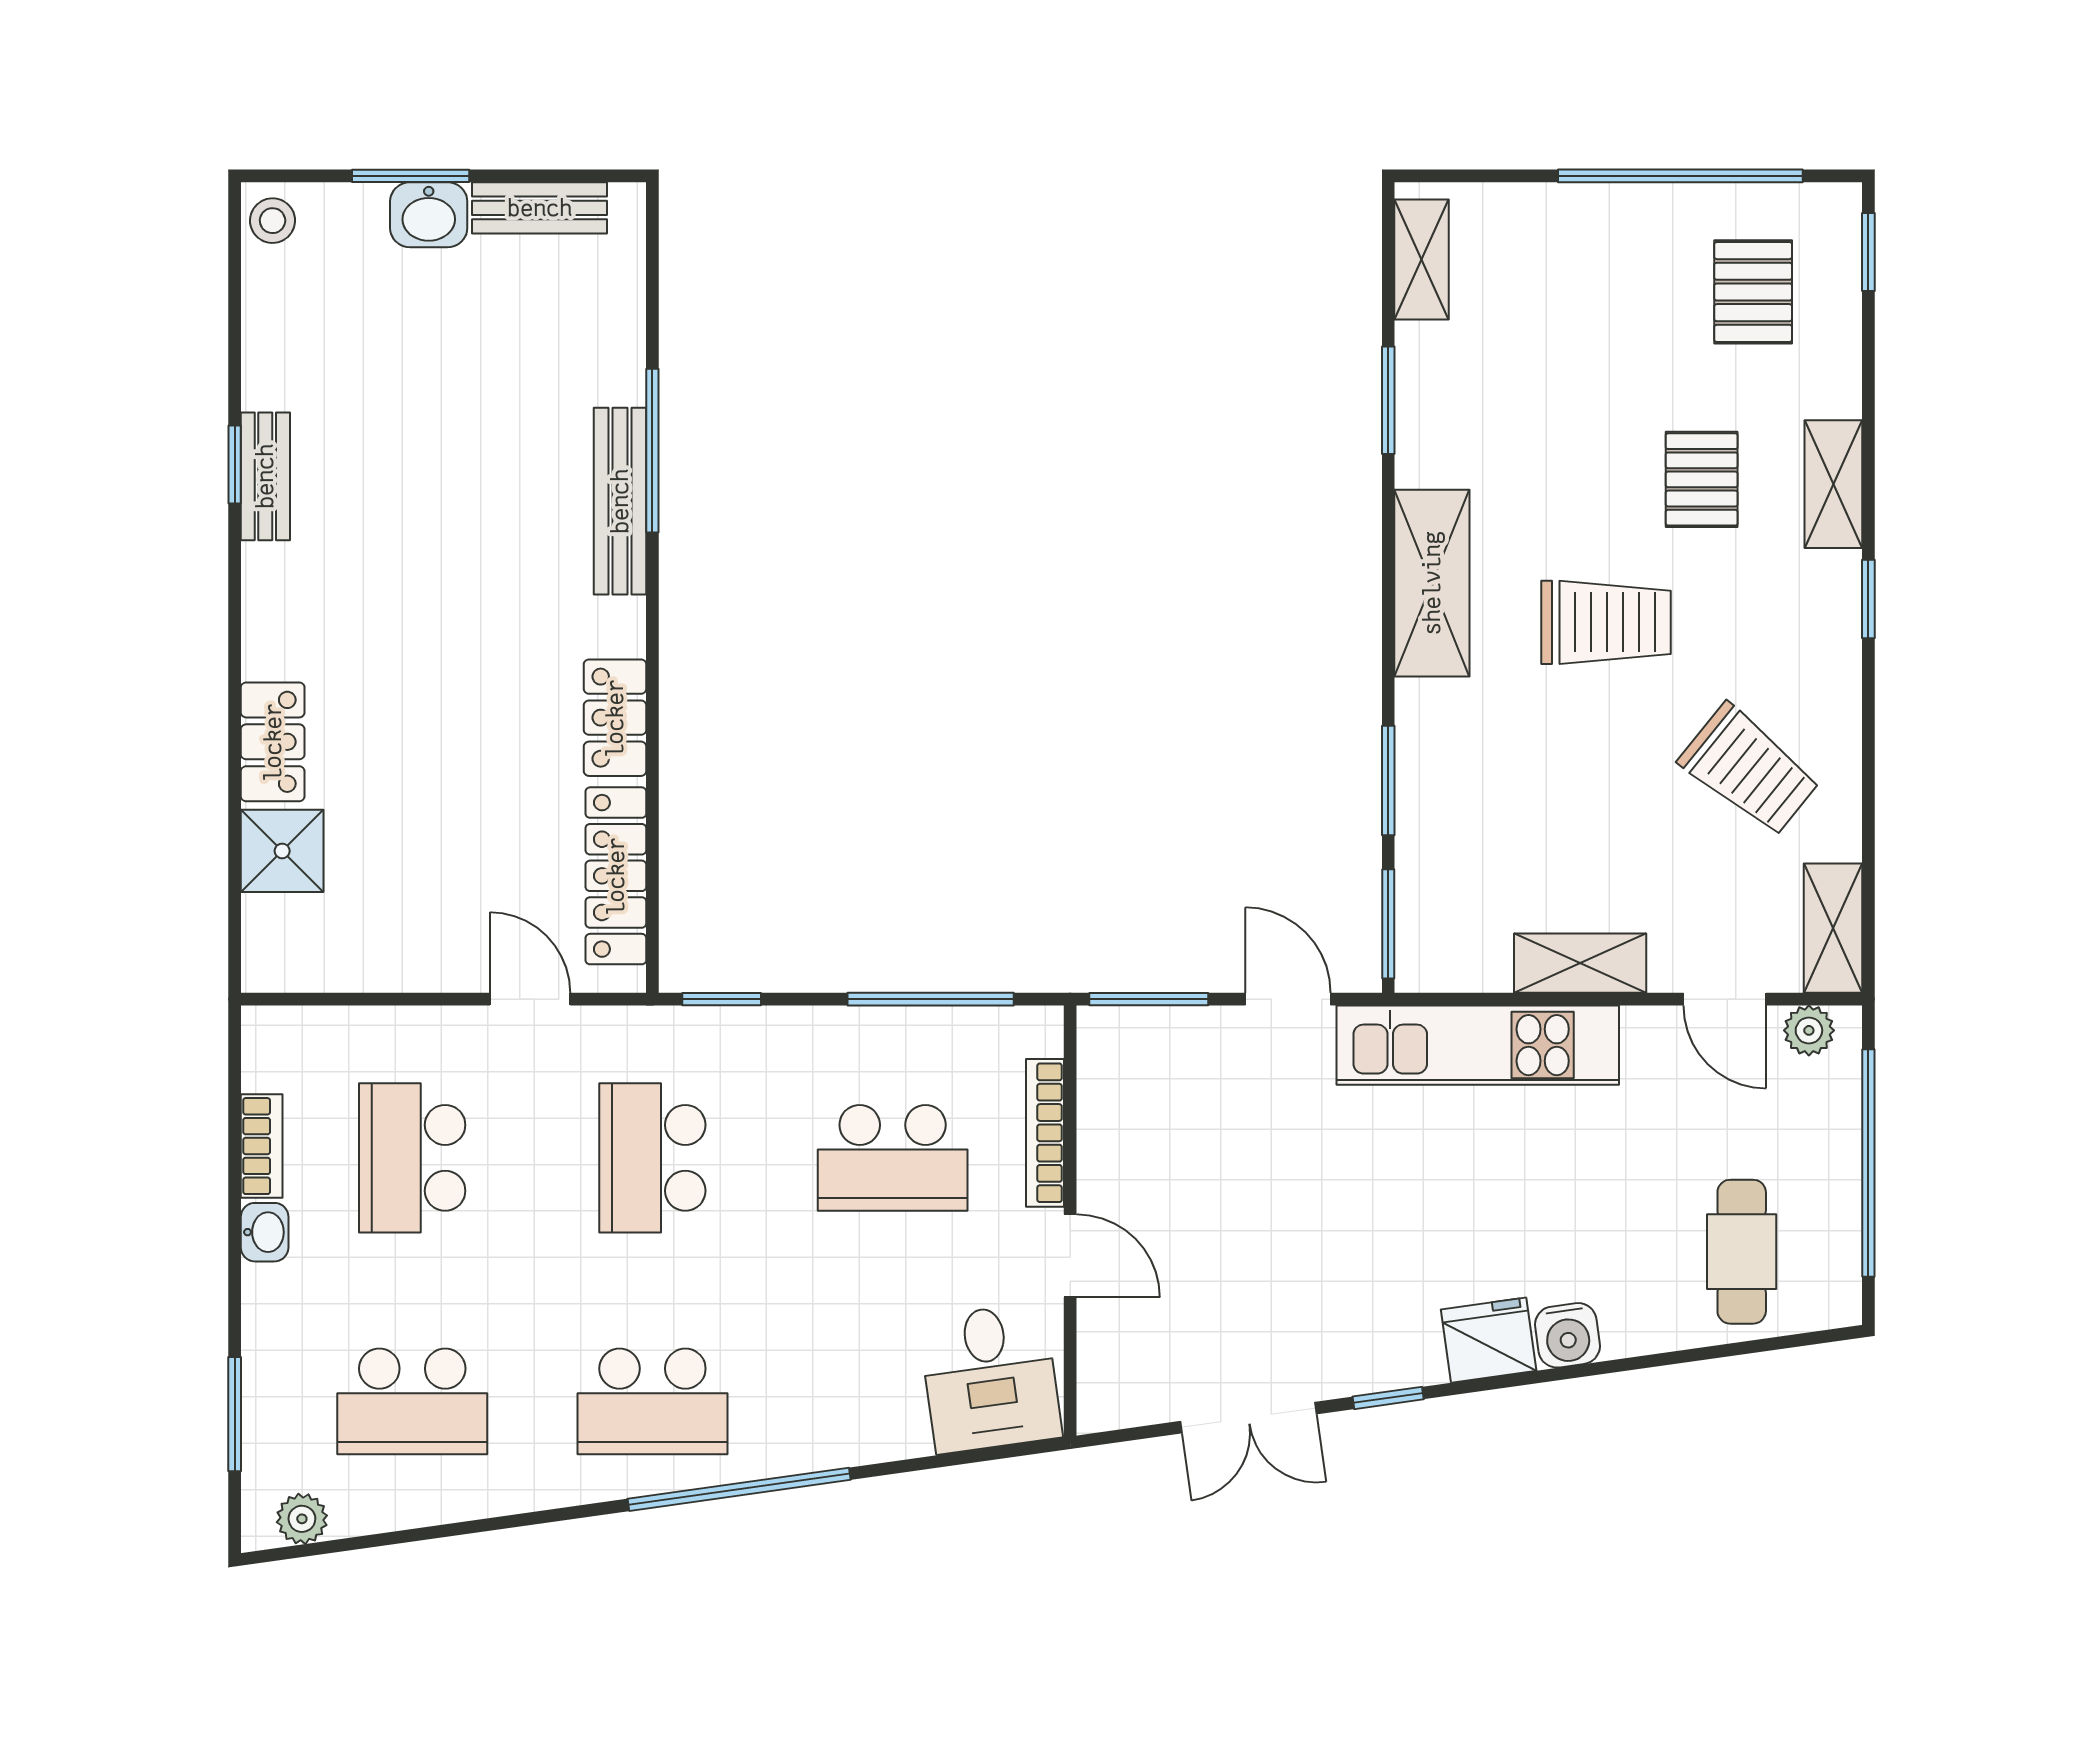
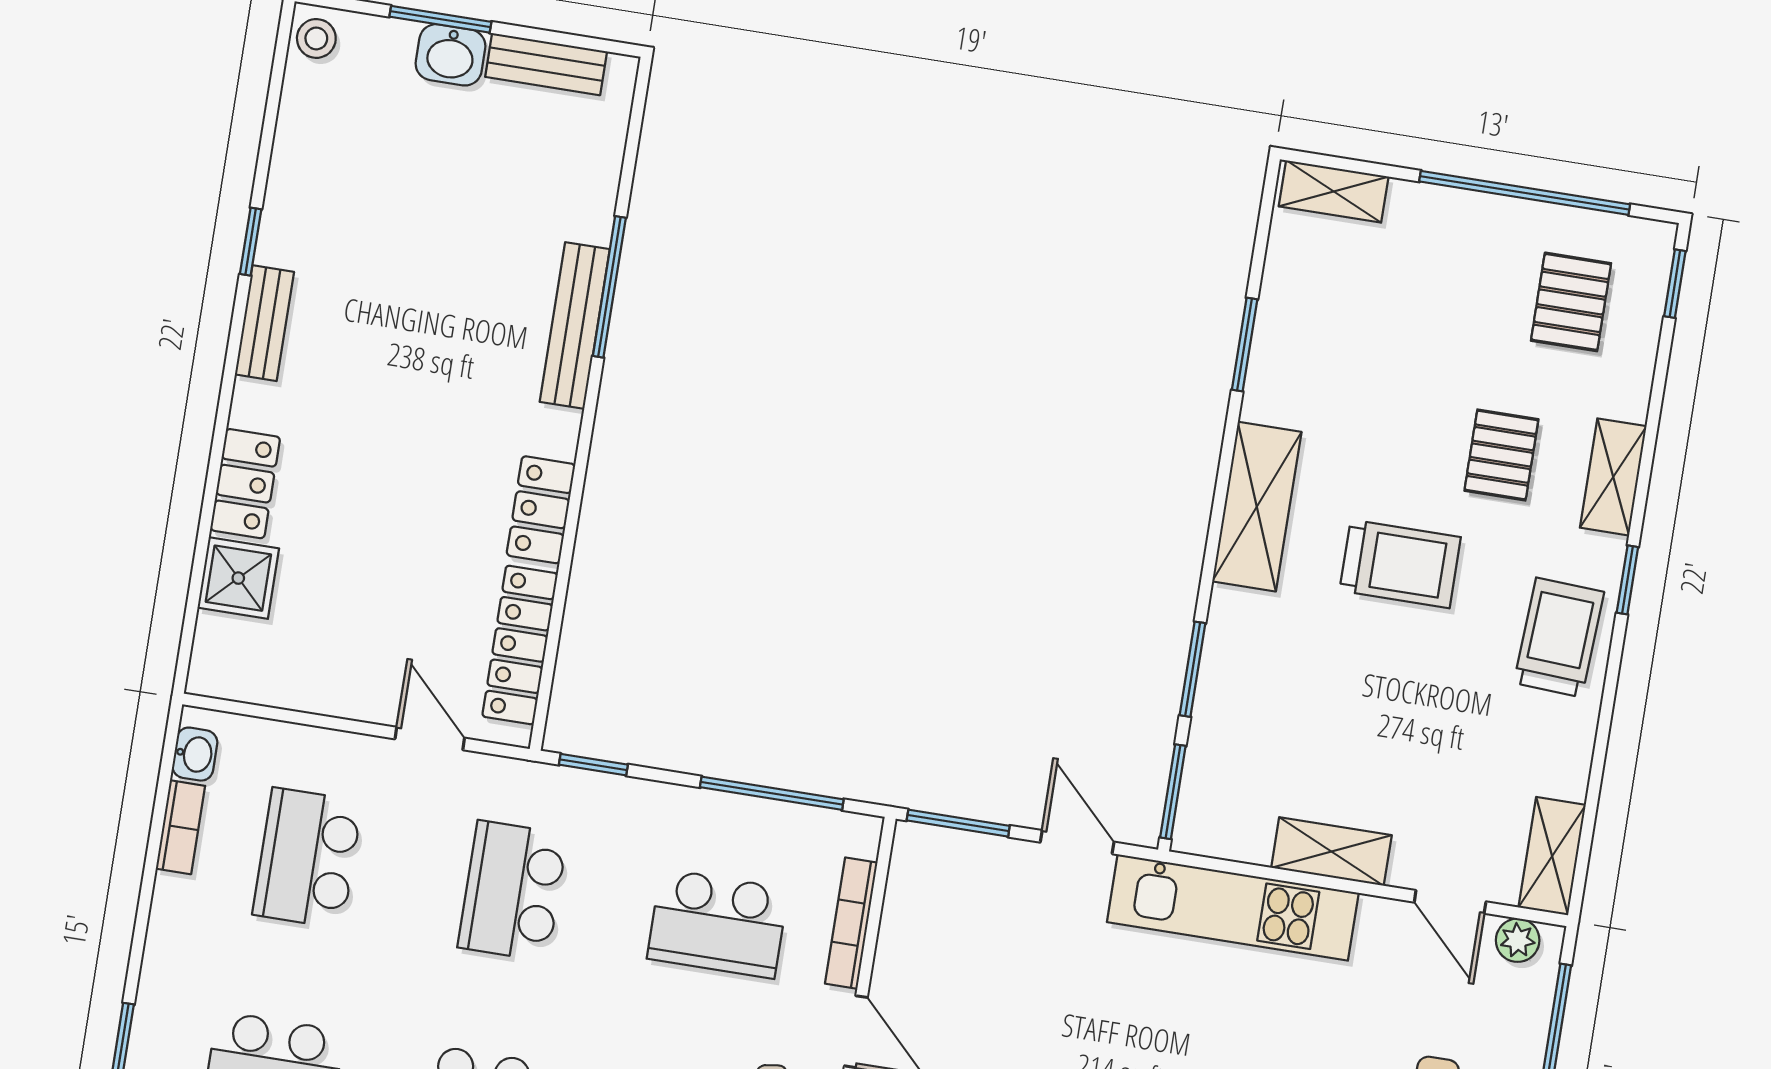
shelving: (1421, 260) -> (1334, 191), moved, turned 90
bench: (265, 476) -> (264, 323), moved
trolley: (1749, 770) -> (1559, 637), moved, turned -126
washbasin: (265, 1232) -> (195, 754), moved

